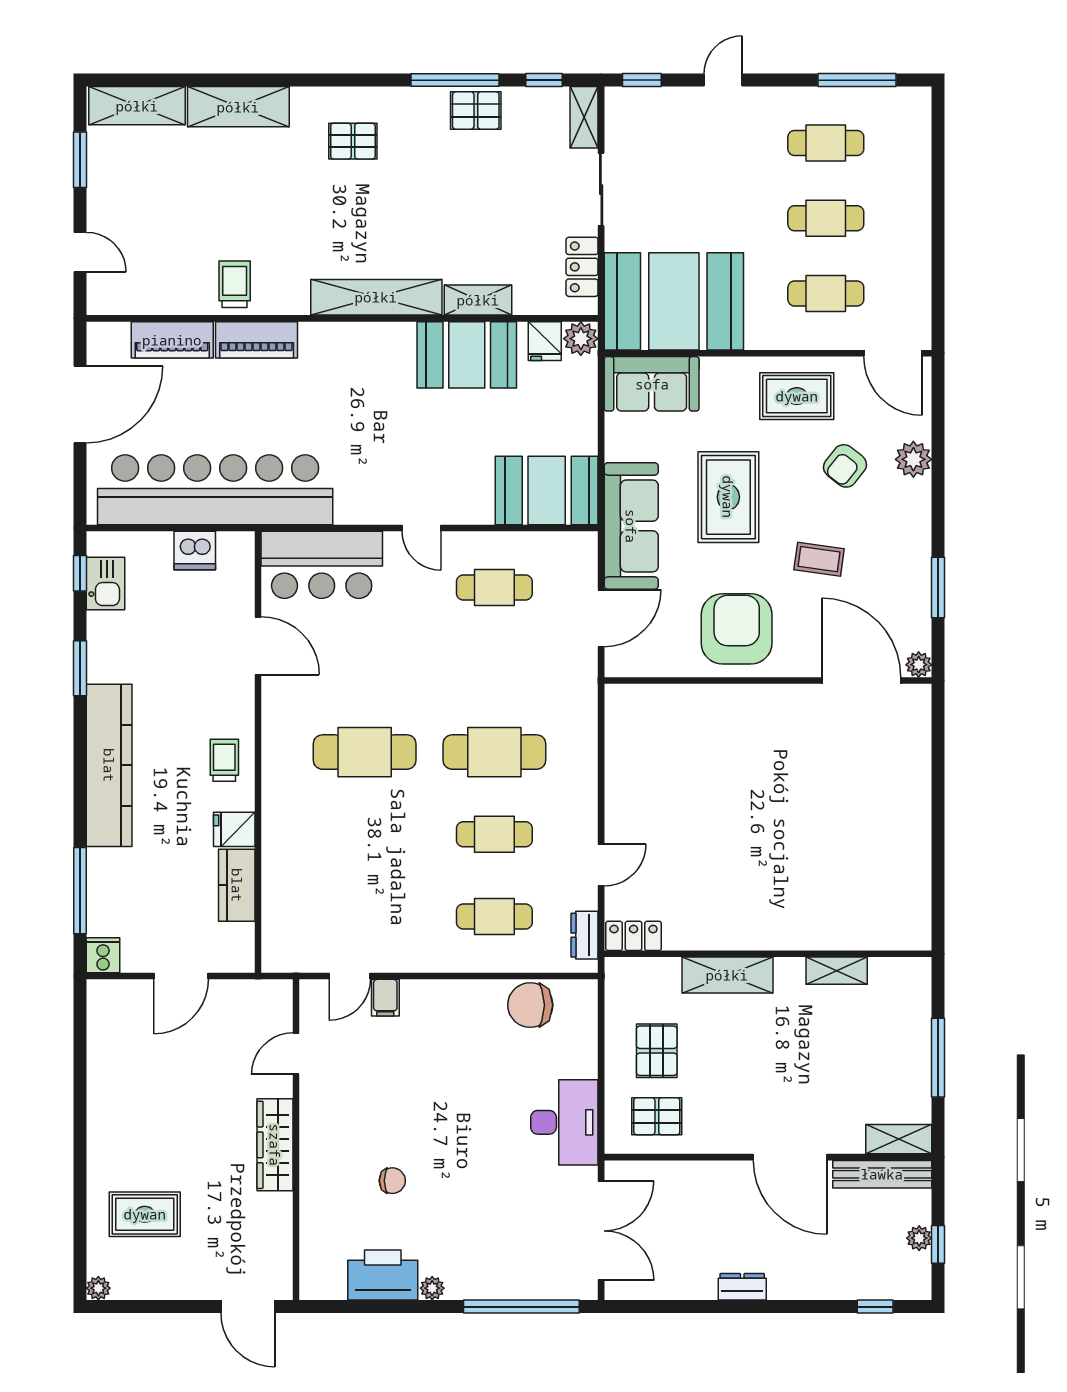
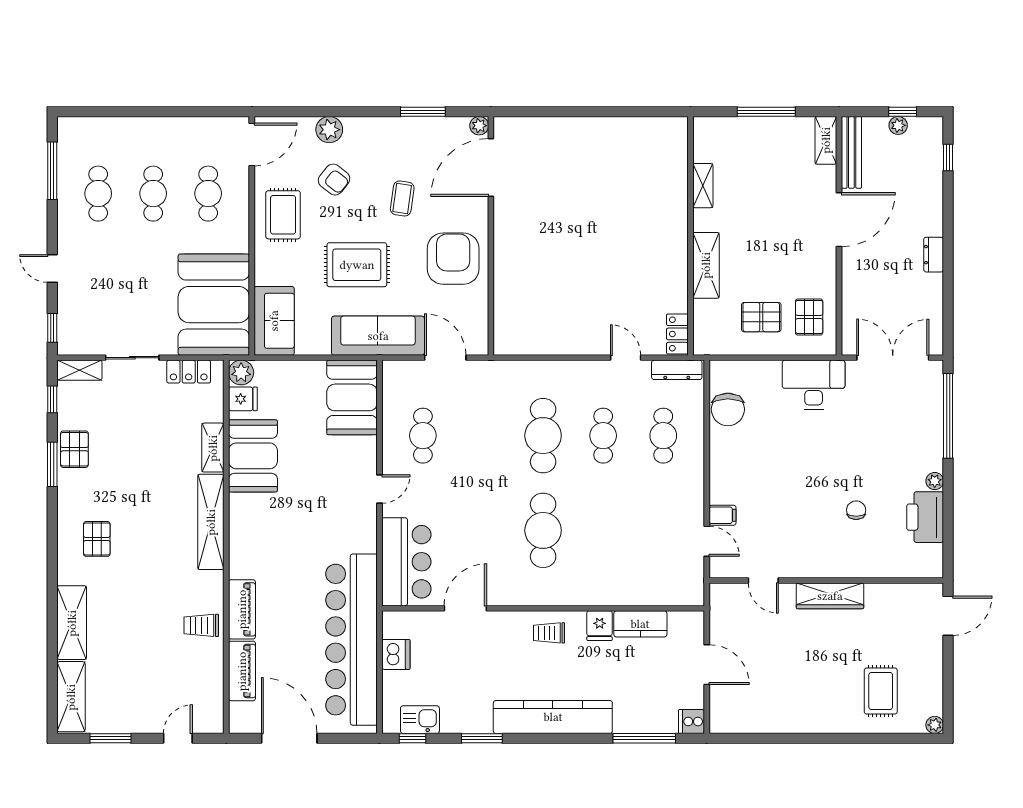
window: (455, 80) -> (52, 464), width x0.69
armchair: (737, 629) -> (453, 259), turned 90
dresser: (584, 935) -> (677, 370), width x1.44

